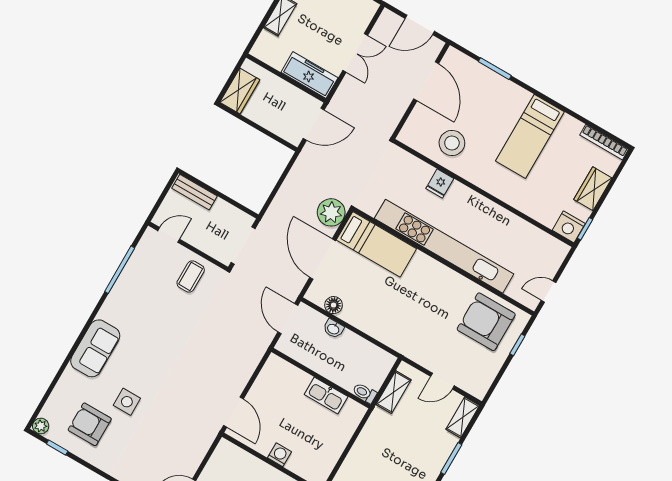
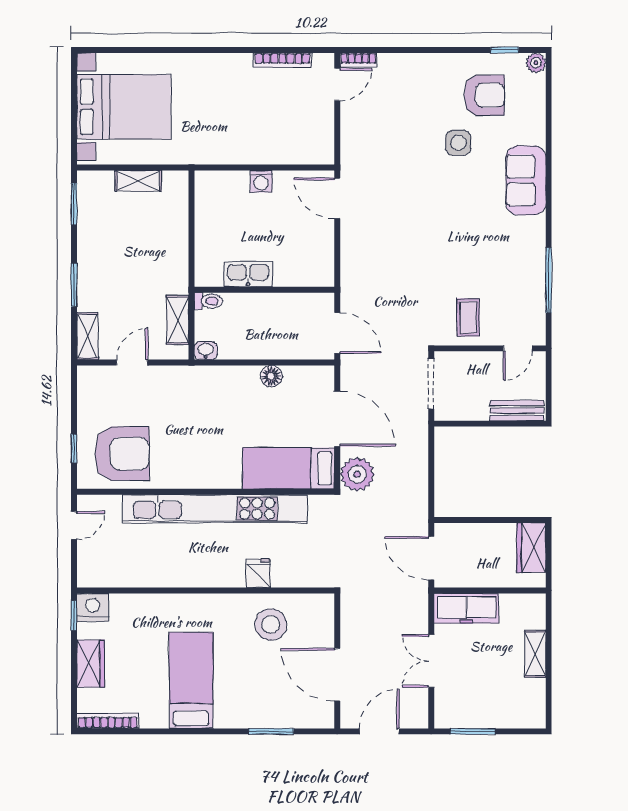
door: (314, 124) -> (431, 558), hinge flipped
floor lamp: (334, 305) -> (271, 376), moved
washbasin: (333, 329) -> (206, 351), moved

